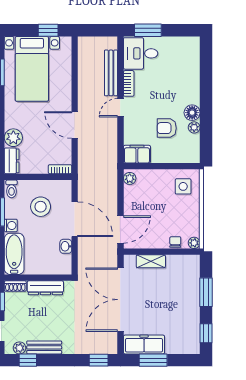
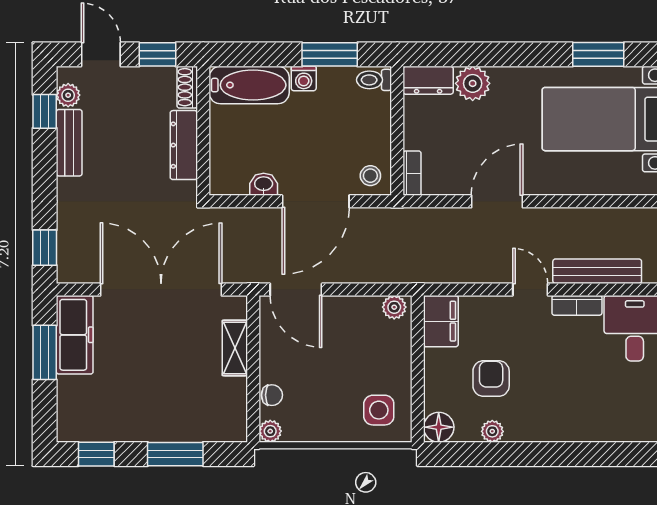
floor lamp: (192, 113) -> (439, 427), moved
stool: (41, 207) -> (370, 176), moved, width x0.53, depth x0.53

